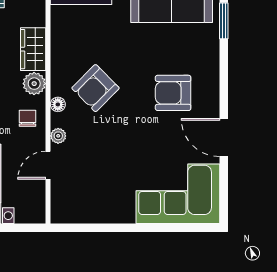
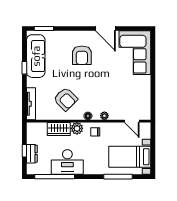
armchair: (96, 88) -> (66, 99), moved
door: (224, 138) -> (105, 29), hinge flipped
door: (48, 165) -> (132, 121), moved

